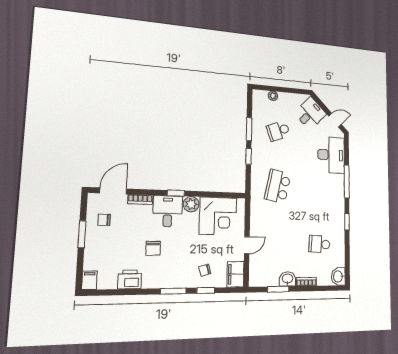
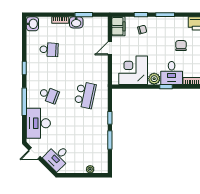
school desk: (278, 131) -> (49, 95), moved, turned 42

